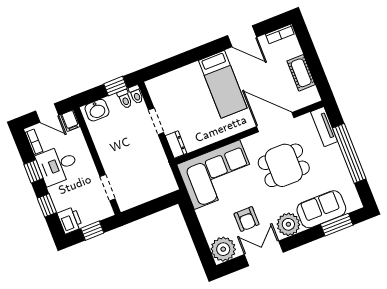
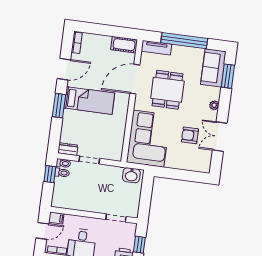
window: (198, 53) -> (59, 106), added
cot: (301, 73) -> (124, 45), moved
washbasin: (97, 110) -> (131, 175), moved, turned 90
dresser: (176, 145) -> (68, 149), moved
sofa: (321, 209) -> (213, 68), moved
armchair: (247, 219) -> (190, 135), turned 180
plant: (288, 224) -> (214, 105), width x0.53, depth x0.53
plant: (223, 249) -> (202, 163), removed

